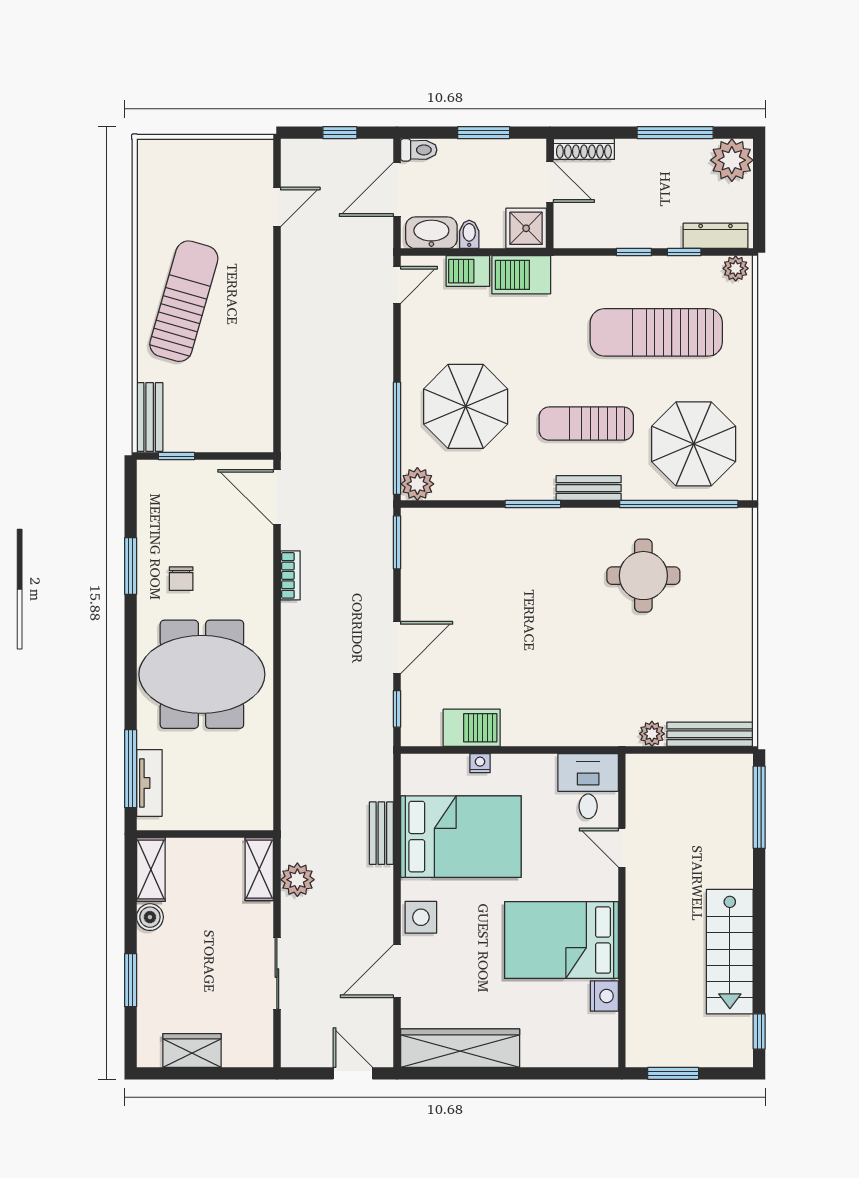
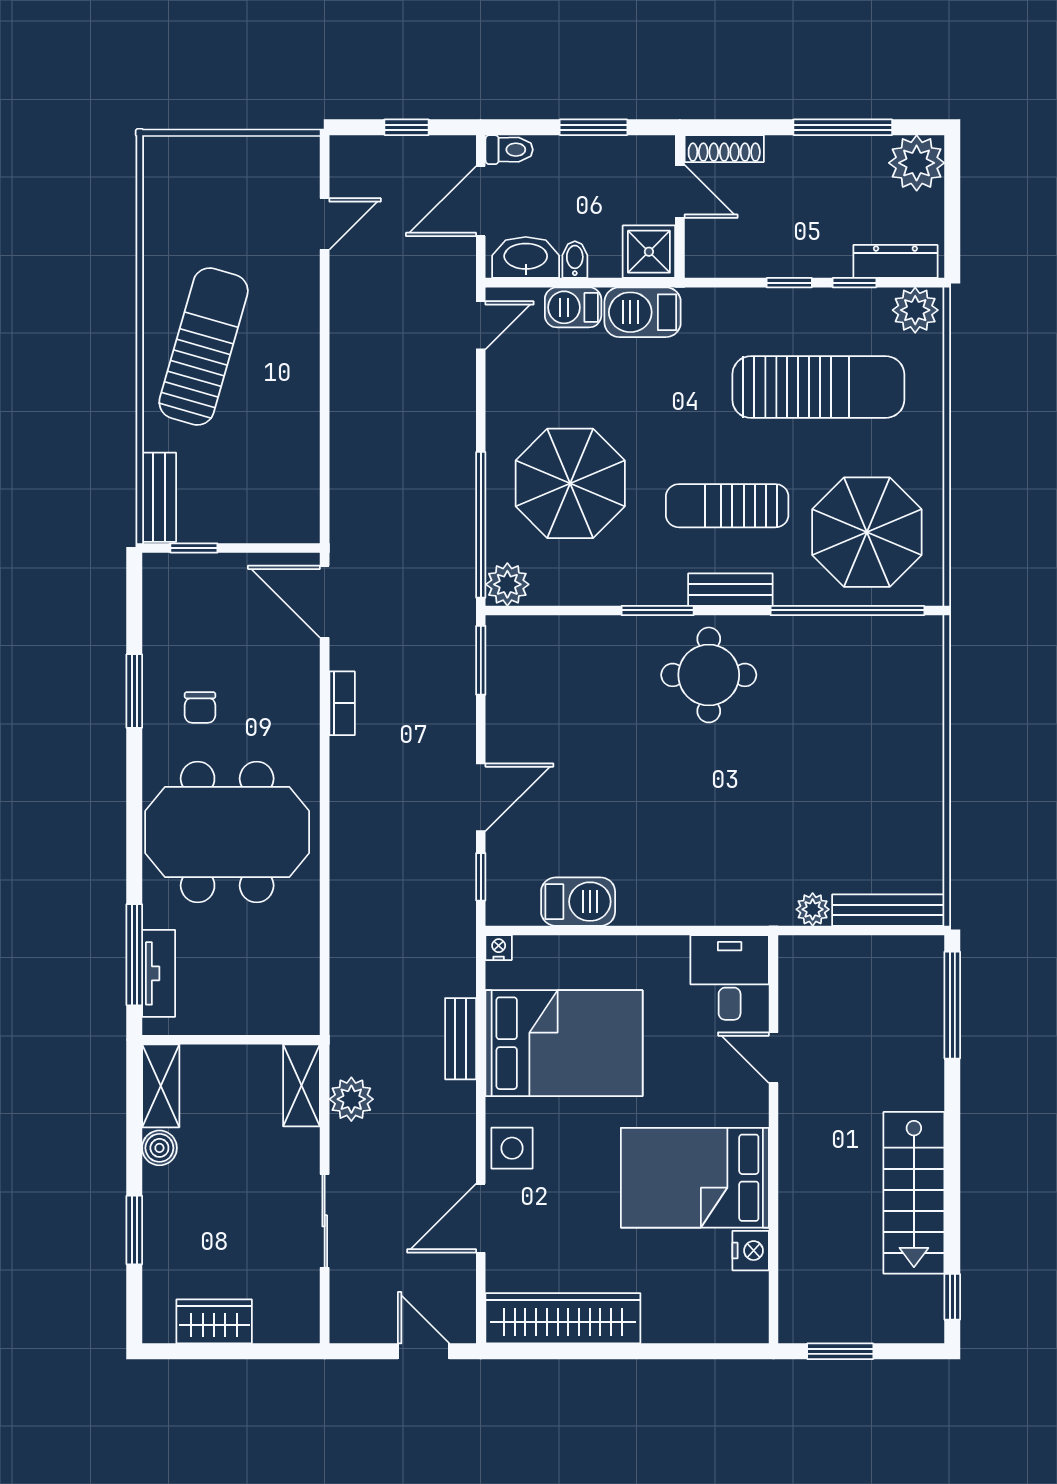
plant: (736, 268) -> (915, 310), width x1.38, depth x1.38
sun lounger: (656, 332) -> (818, 387), turned 180
round table: (643, 576) -> (709, 675), moved
nightstand: (480, 763) -> (499, 948), moved

